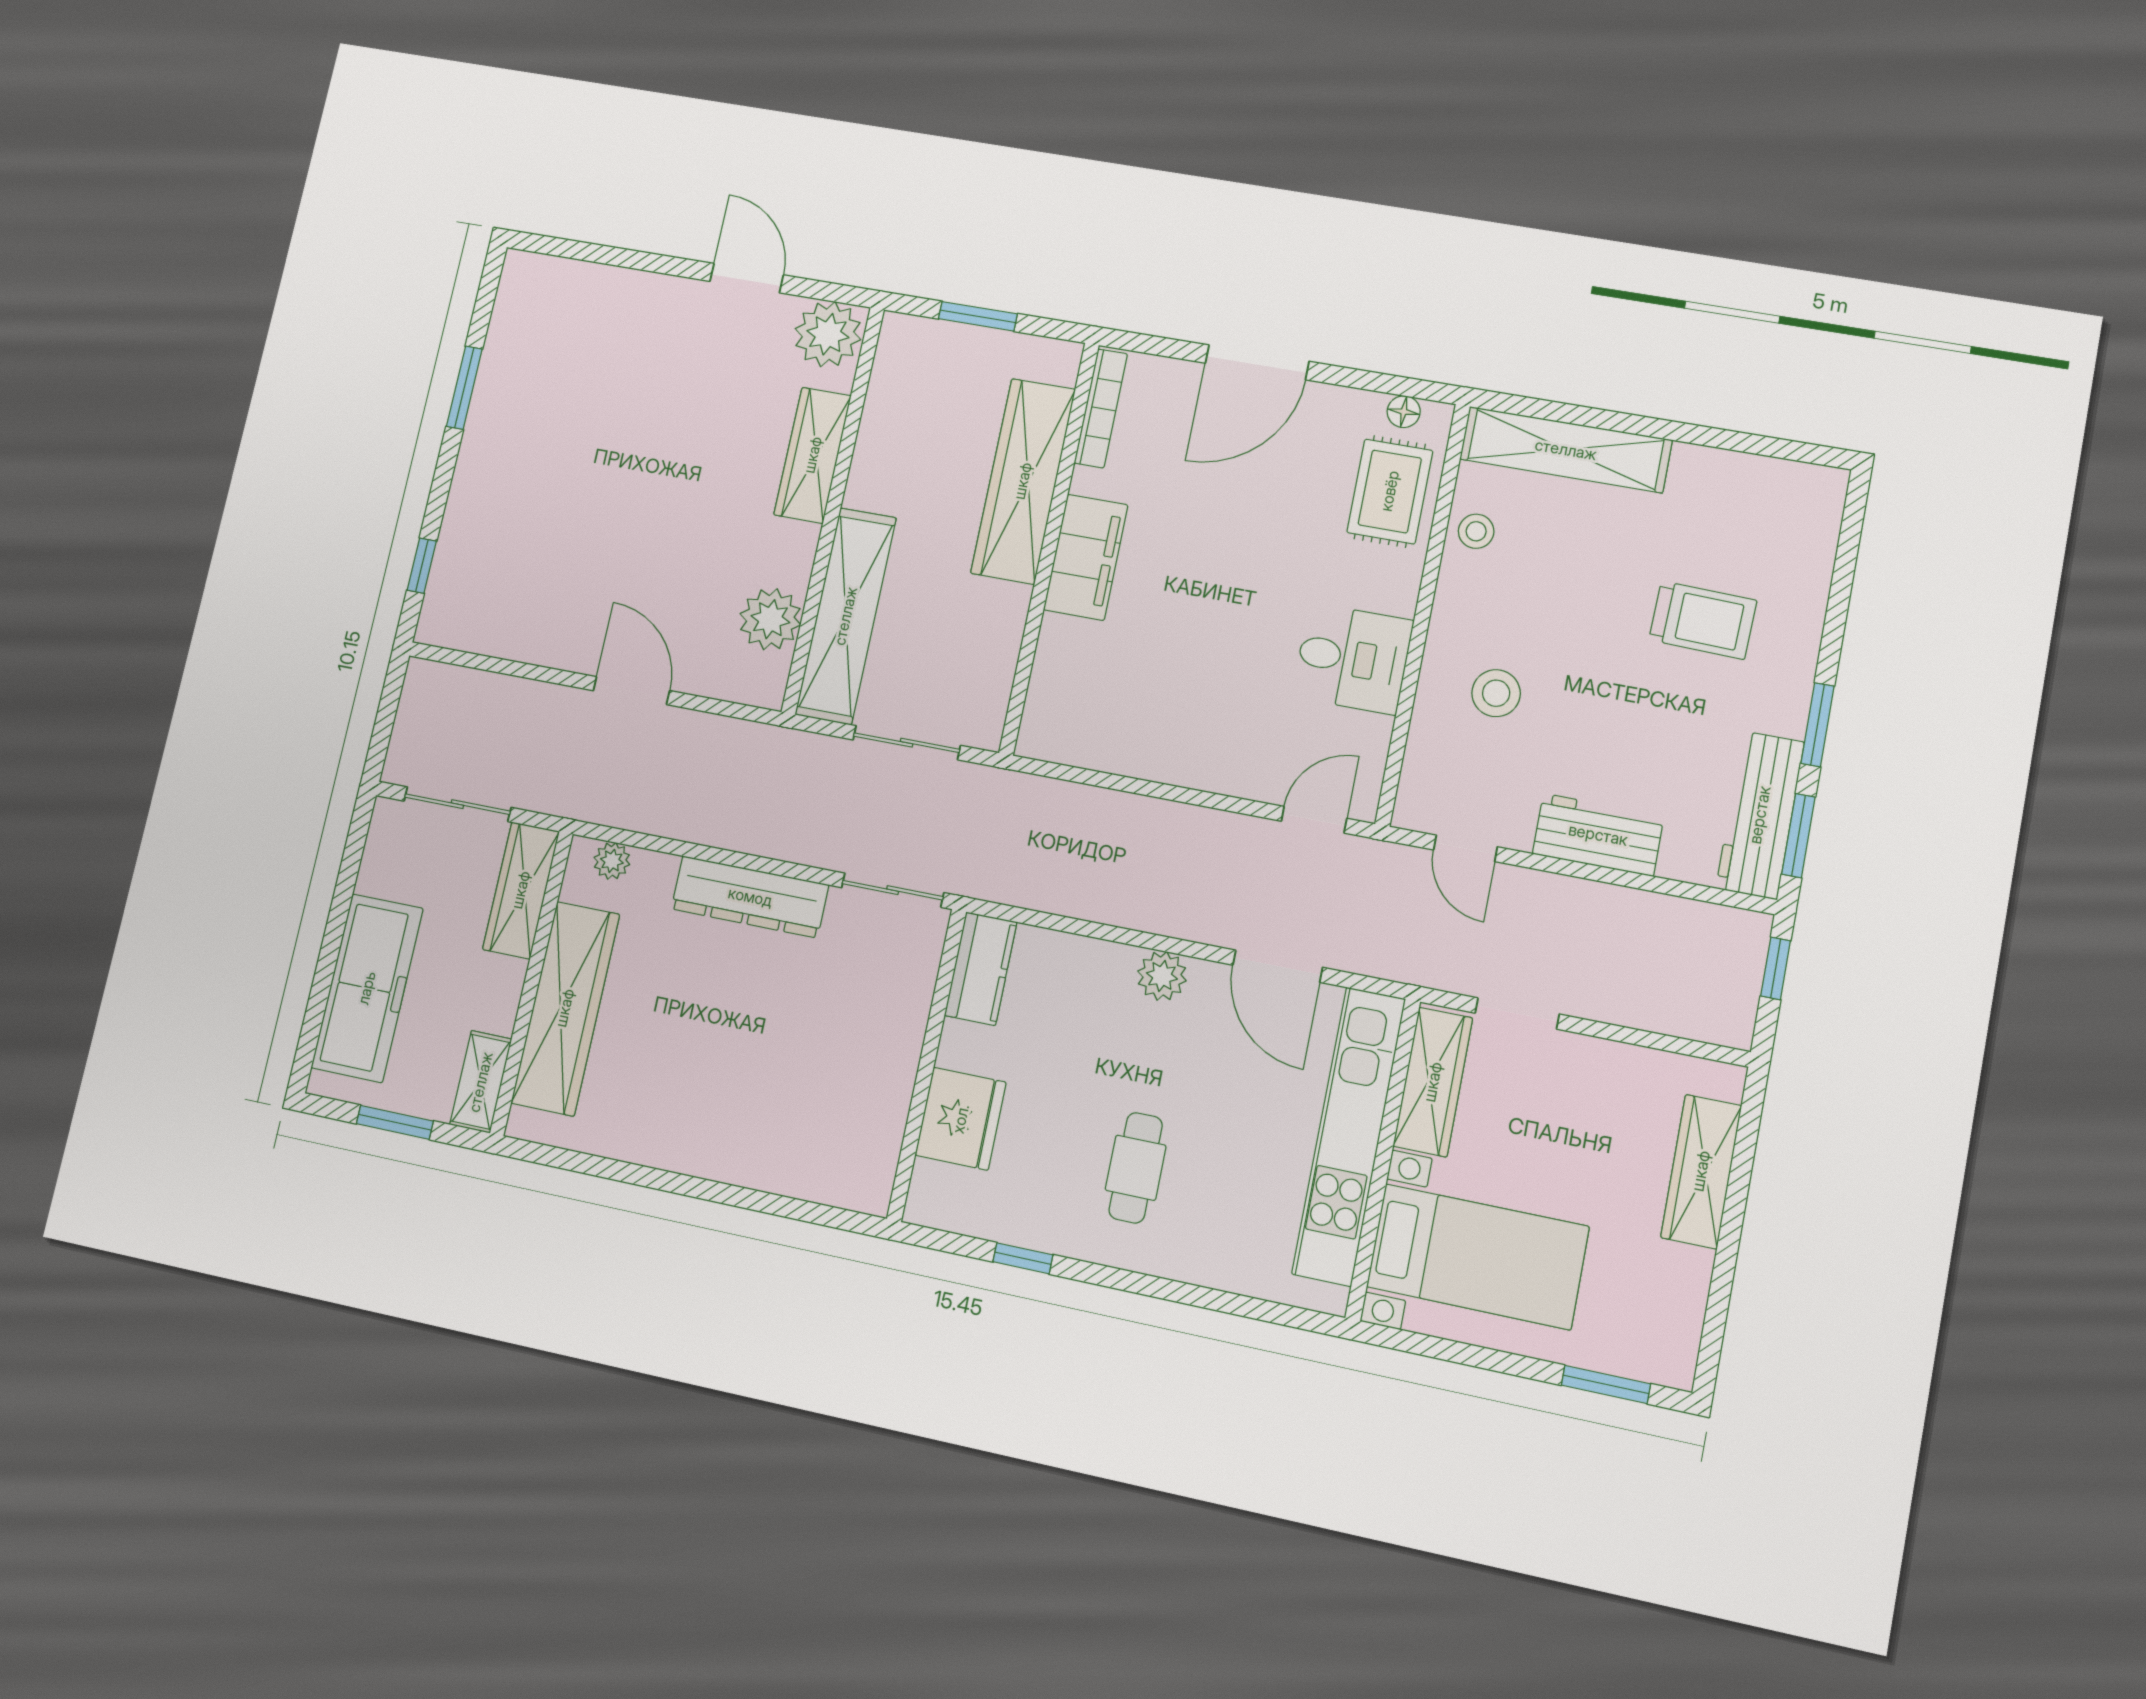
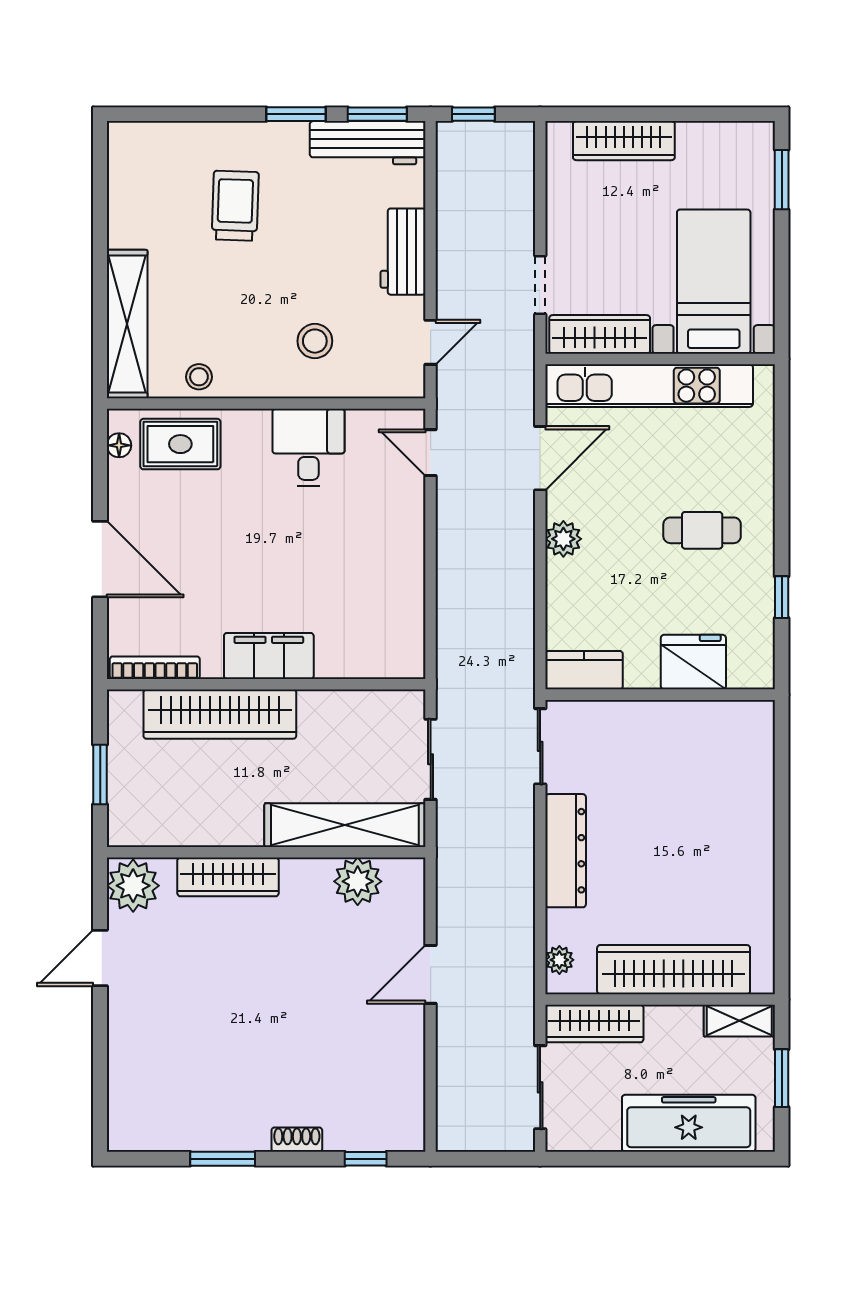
shoe rack: (466, 484) -> (297, 1140), added

